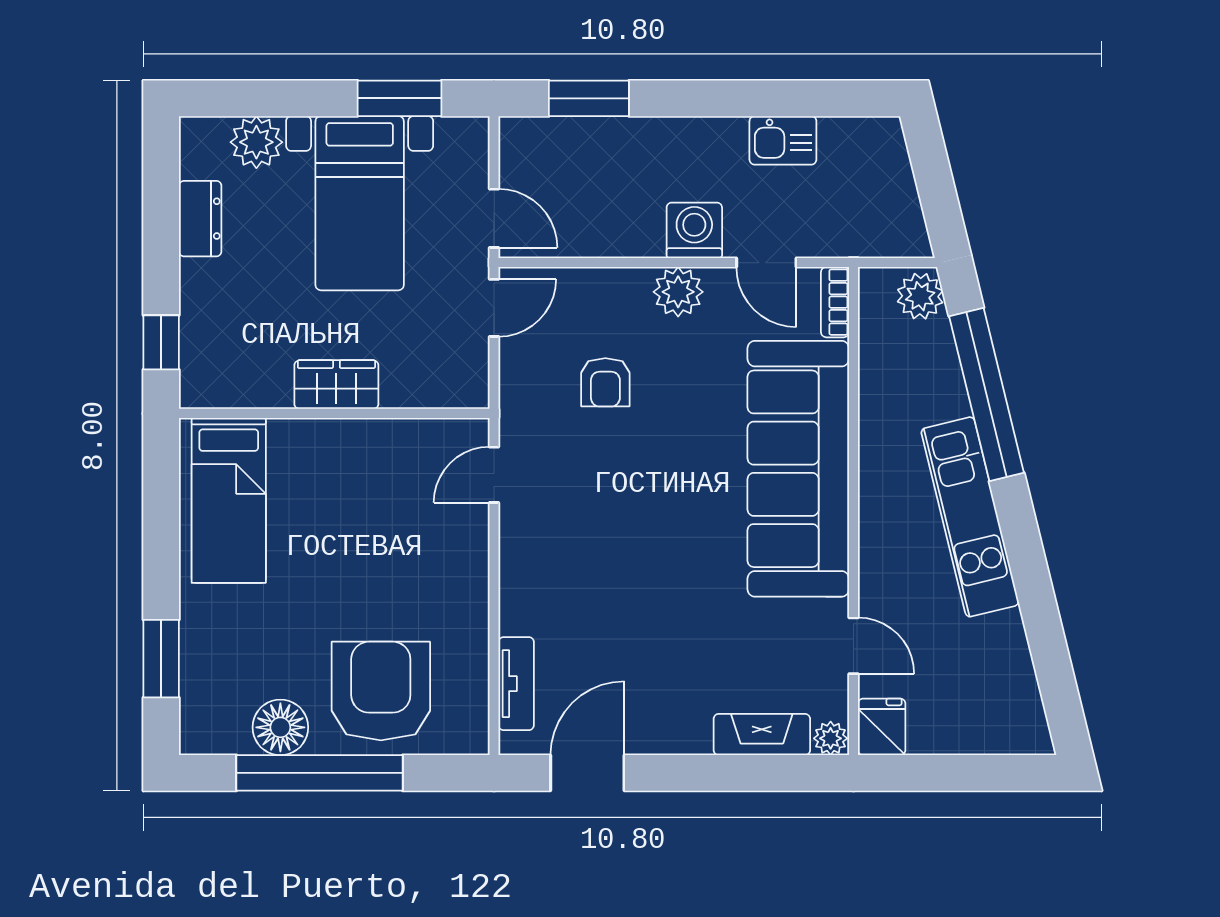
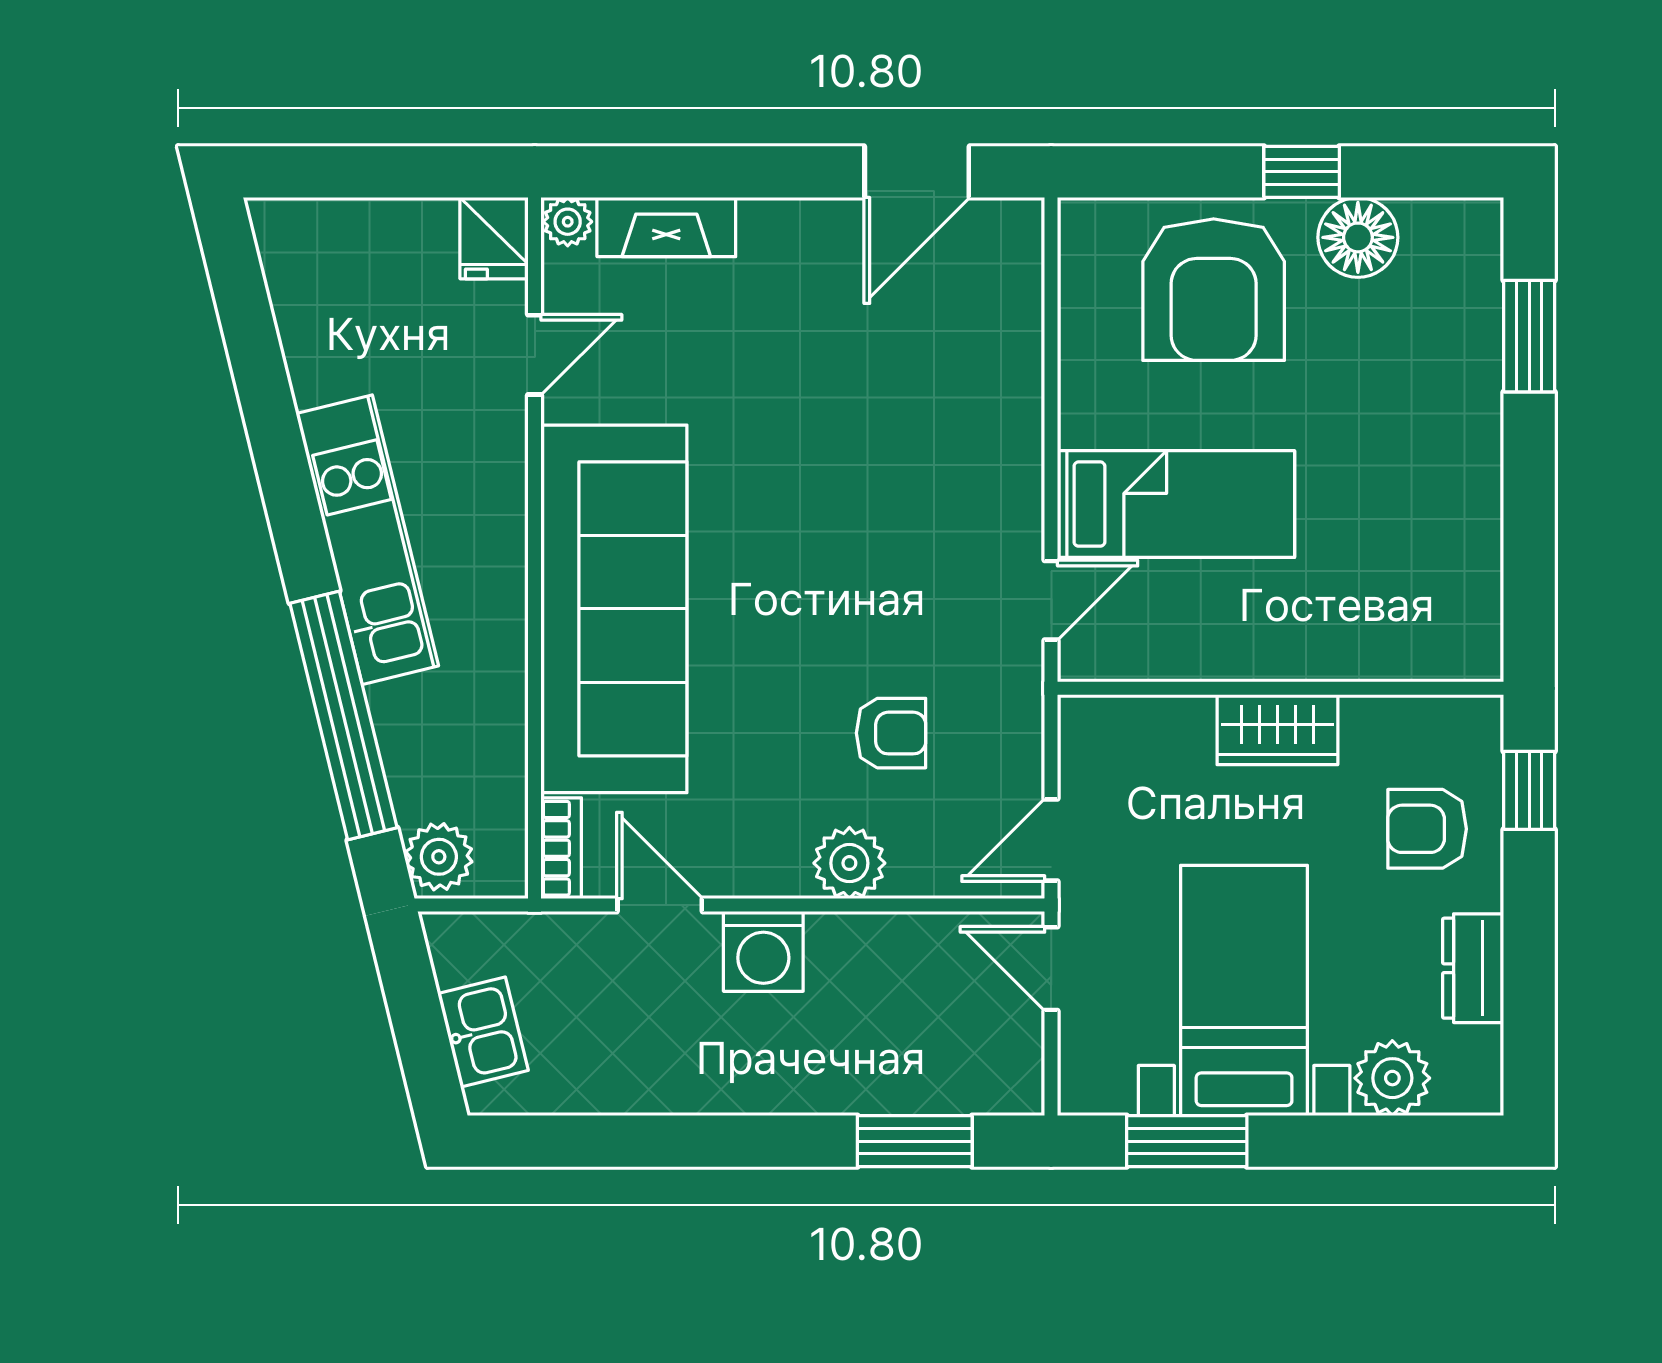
kitchen sink: (783, 140) -> (483, 1032), moved, turned 76
plant: (678, 292) -> (849, 863), moved
armchair: (232, 316) -> (1427, 829), added
armchair: (605, 382) -> (891, 733), turned 90
bed: (229, 500) -> (1176, 504), moved, turned 90
door: (854, 646) -> (535, 355), swing flipped
tv unit: (516, 684) -> (1019, 300), removed
window: (320, 773) -> (1302, 172), width x0.32

